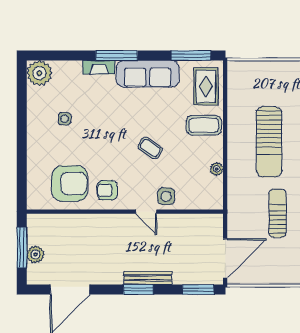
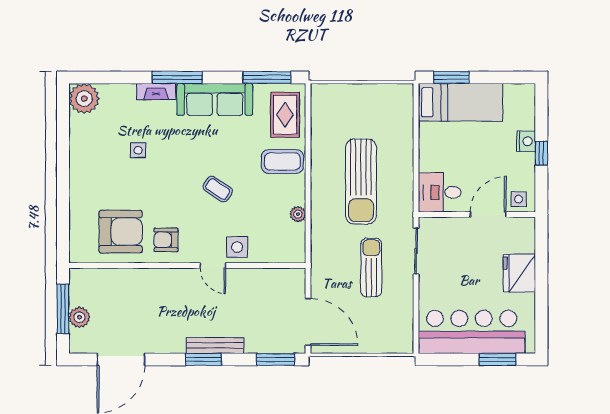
side table: (65, 119) -> (138, 150), moved
door: (225, 258) -> (308, 322), hinge flipped

